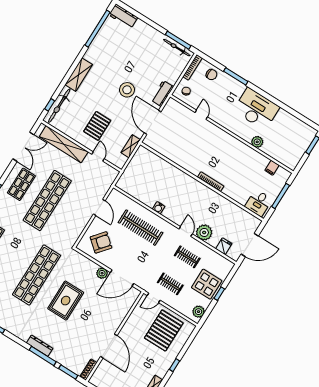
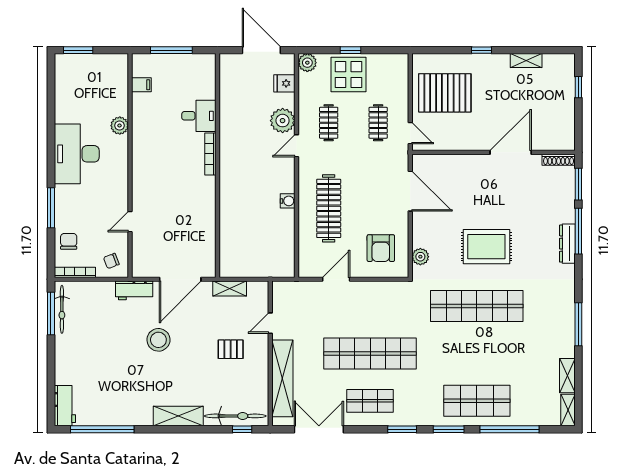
pallet: (97, 126) -> (231, 349), width x0.67, depth x0.71
desk: (258, 203) -> (199, 116), moved
armchair: (101, 242) -> (381, 248), turned -130
plant: (102, 273) -> (420, 257), moved
plant: (199, 312) -> (307, 63), moved

